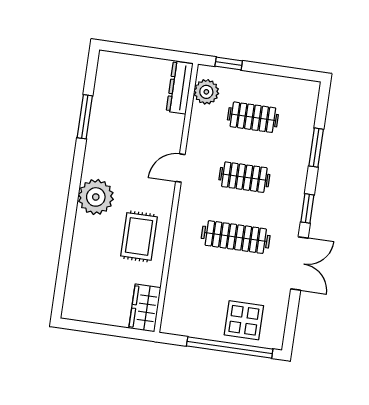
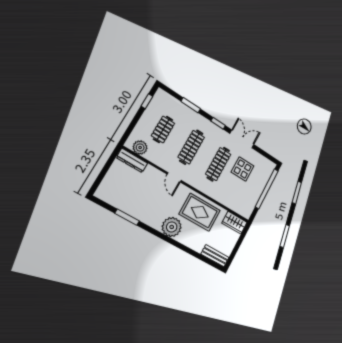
window: (229, 64) -> (147, 101), moved
clothes rail: (244, 177) -> (191, 147), width x1.36
rug: (139, 236) -> (200, 212), width x1.36, depth x1.43
bench: (74, 294) -> (215, 256), added
display table: (244, 320) -> (243, 169), moved

